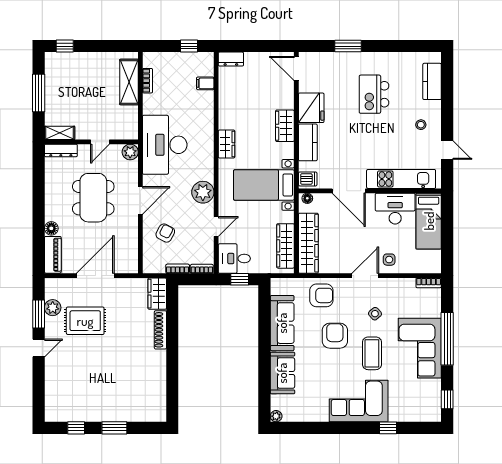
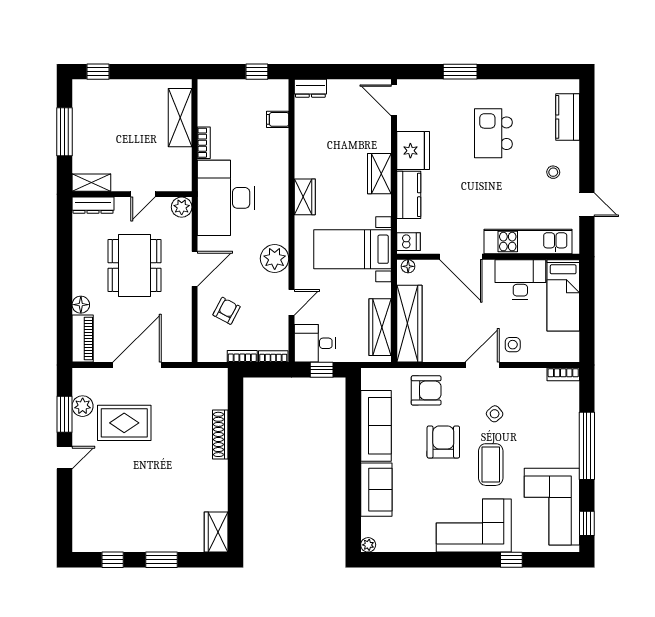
bookcase: (148, 81) -> (204, 143), moved
wardrobe: (157, 294) -> (216, 532), moved
corner sofa: (420, 348) -> (552, 507), moved

